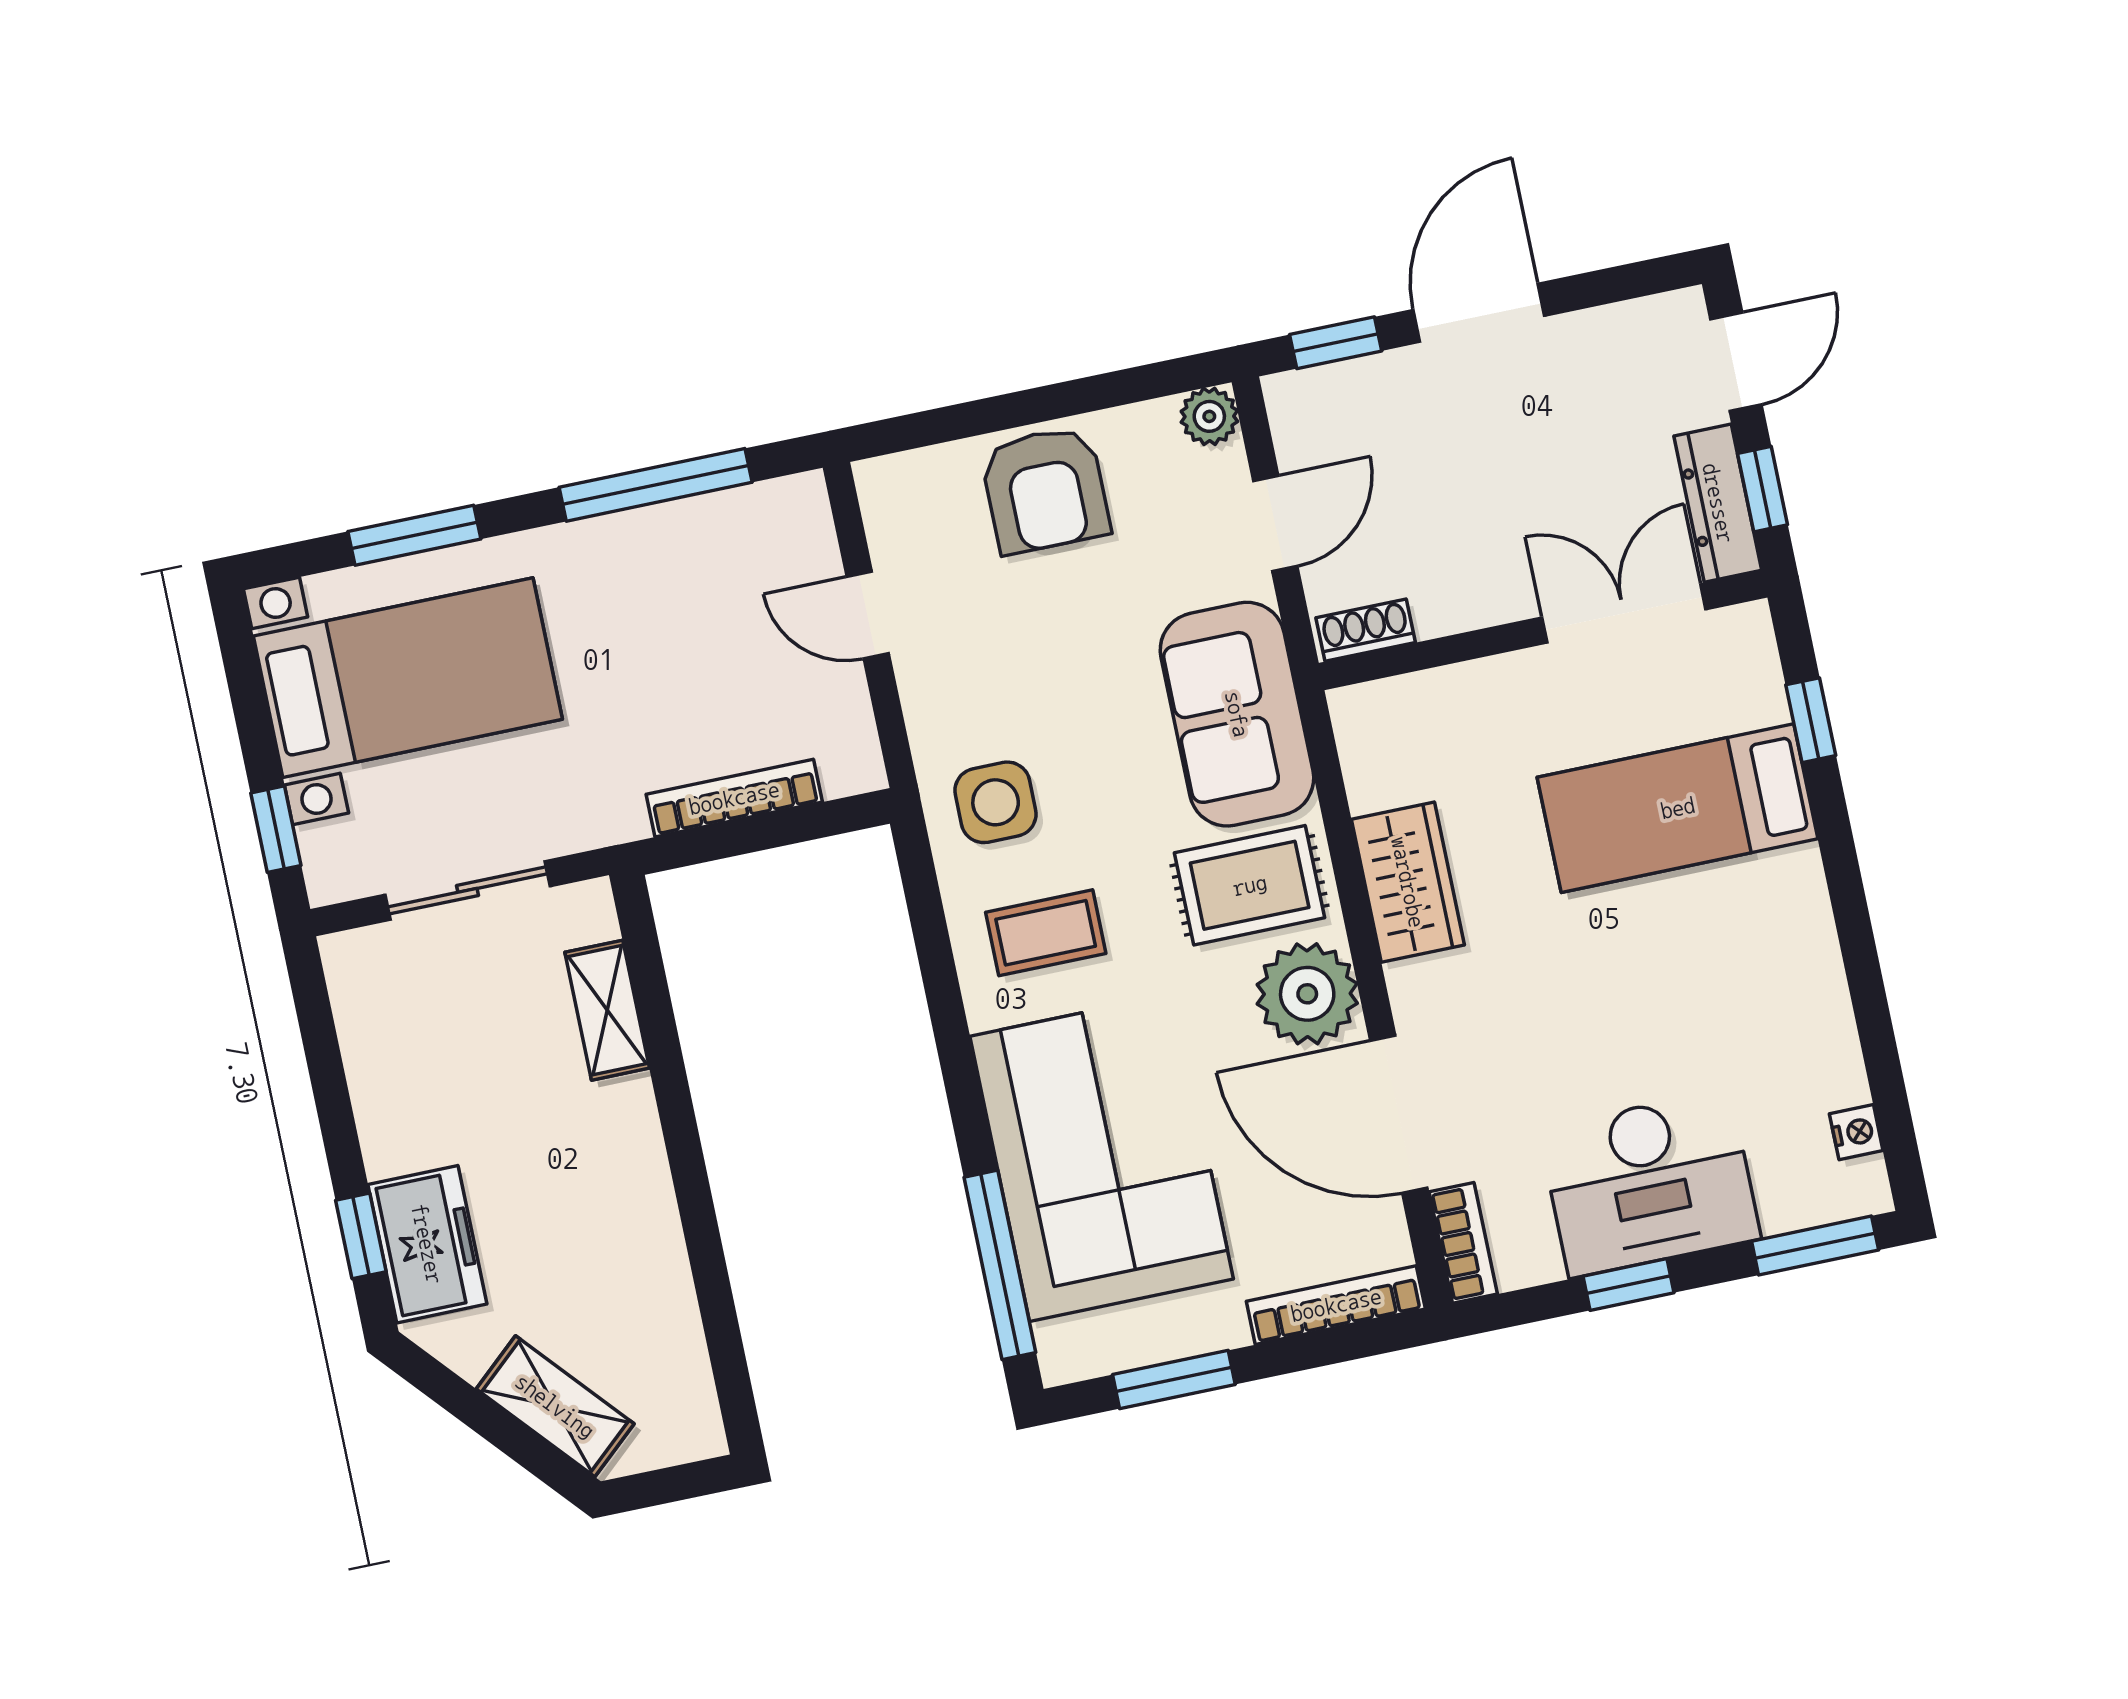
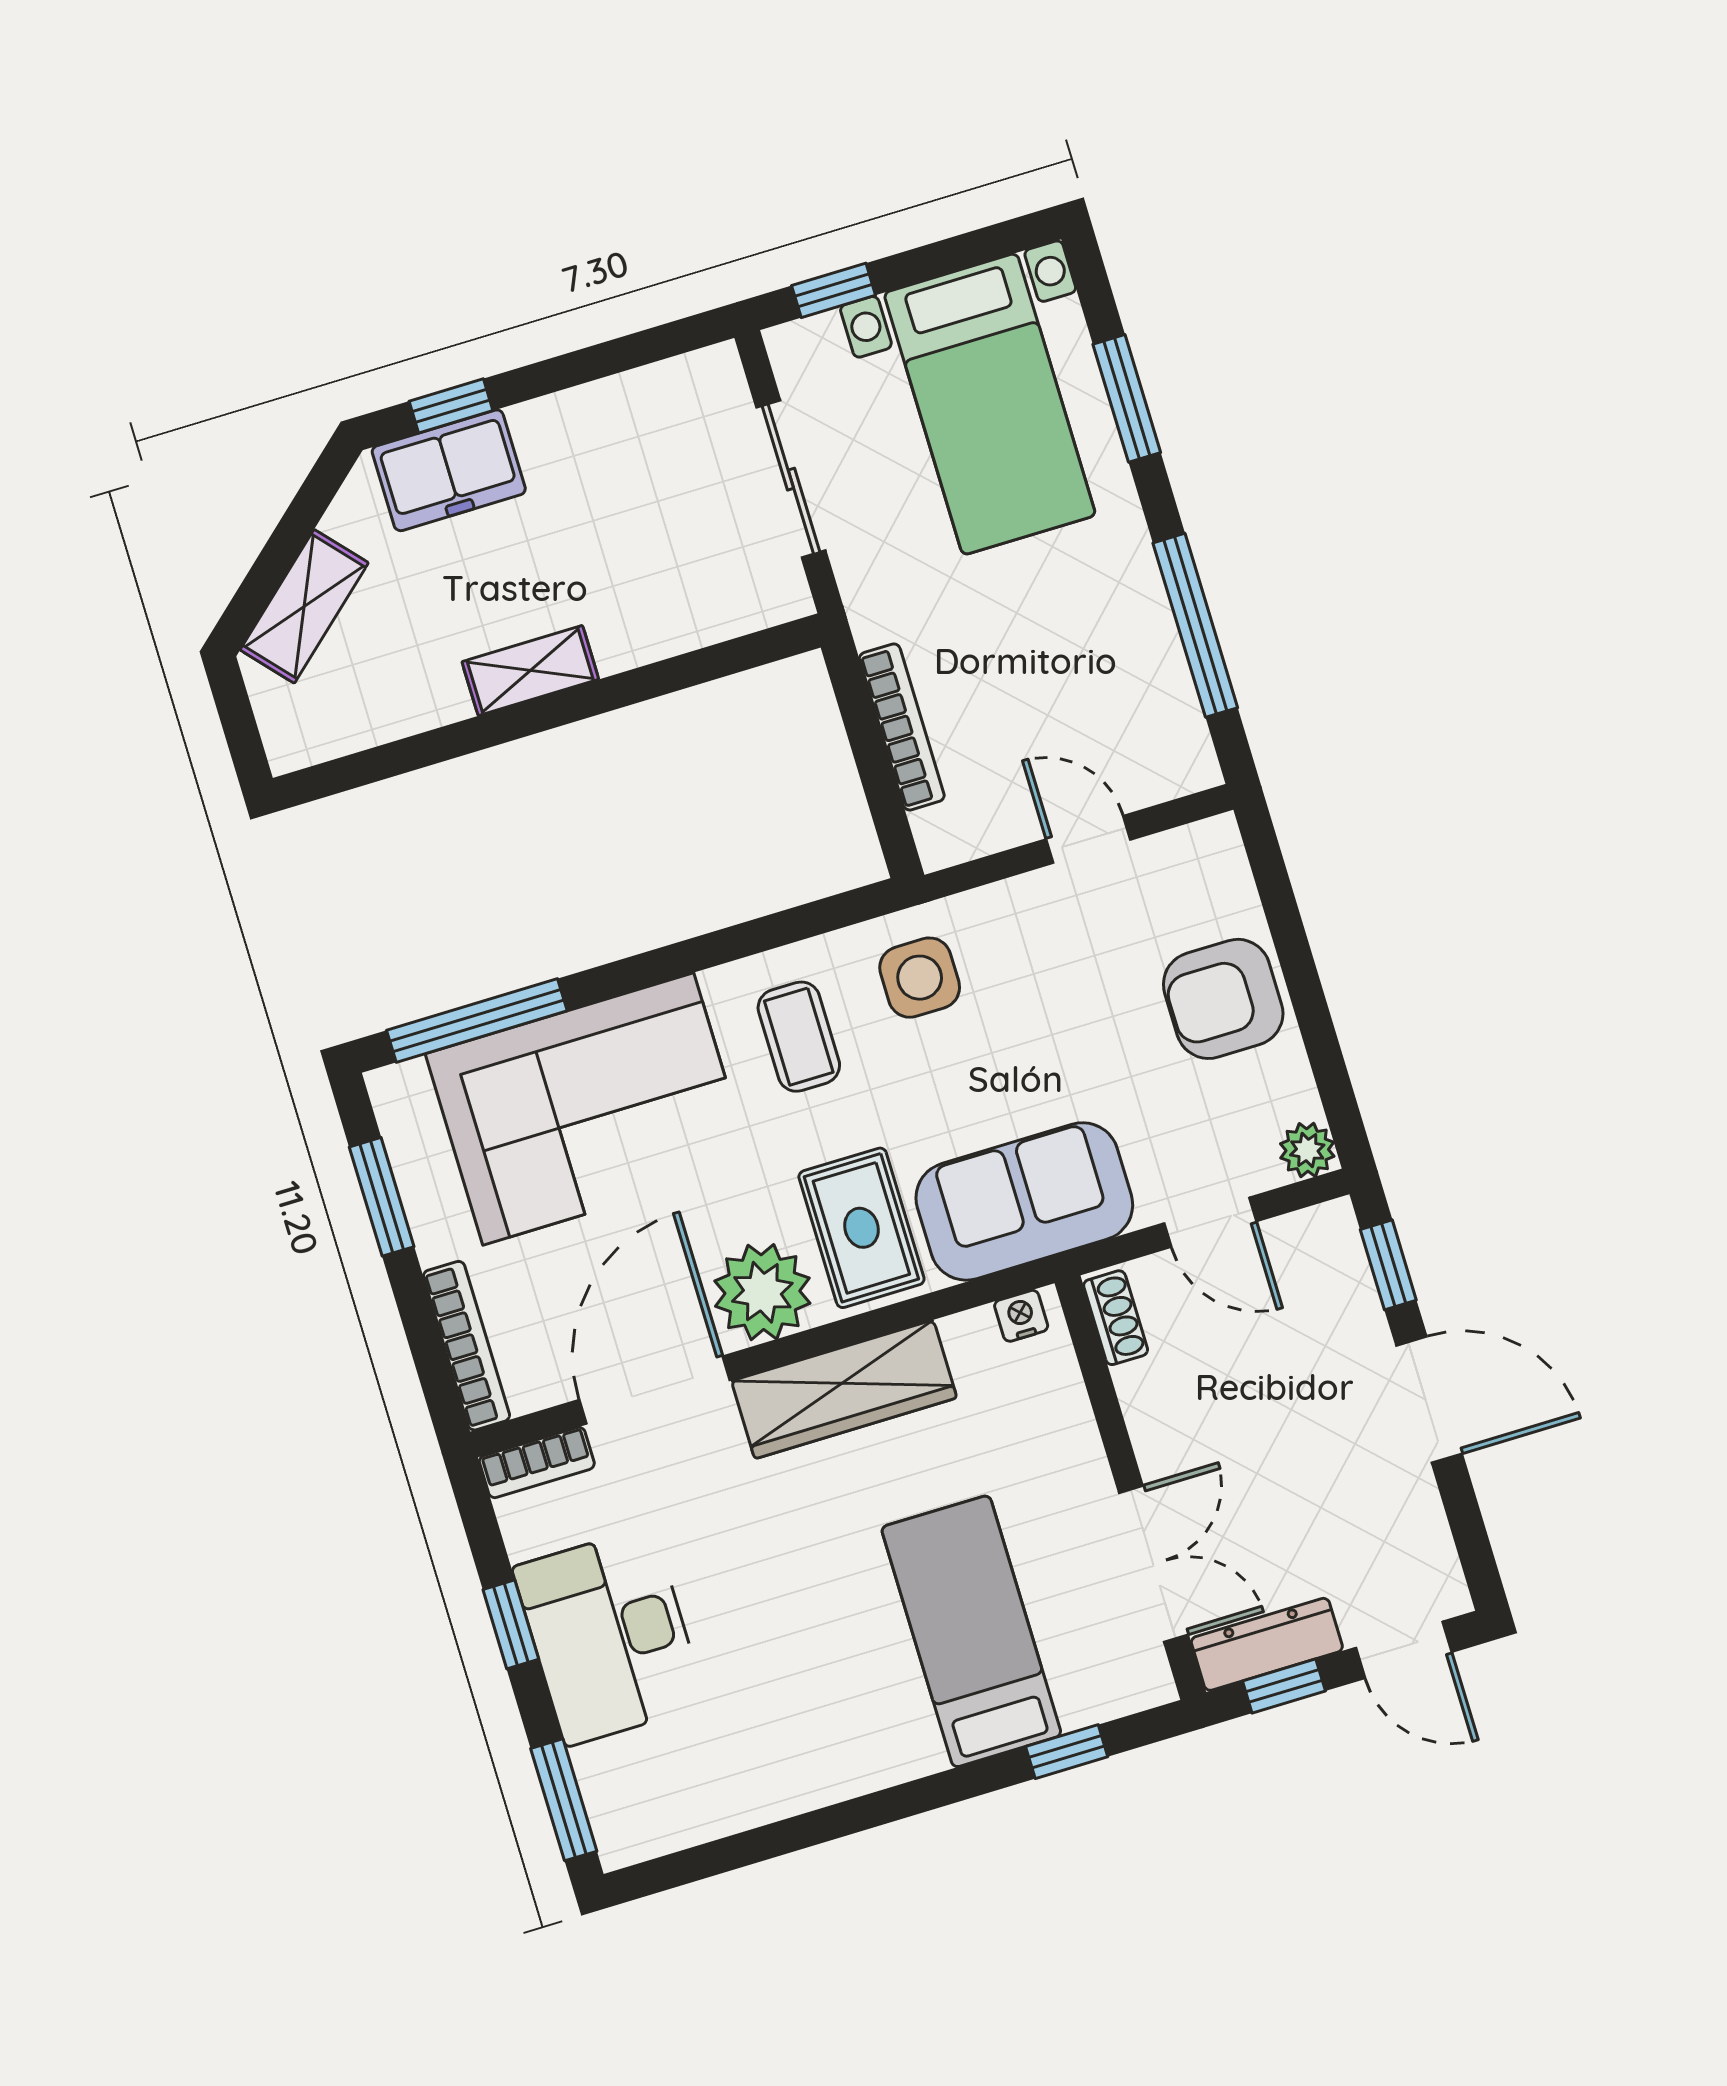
door: (868, 615) -> (1088, 839), hinge flipped
wardrobe: (1408, 882) -> (844, 1389), width x1.50
shelving: (607, 1010) -> (530, 671), moved
nightstand: (1856, 1132) -> (1021, 1316), moved, turned 180

